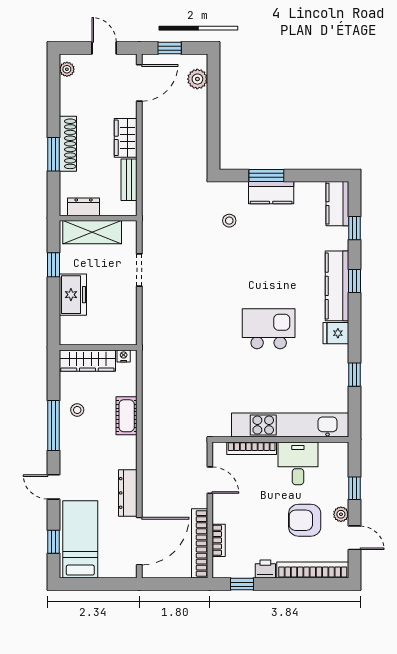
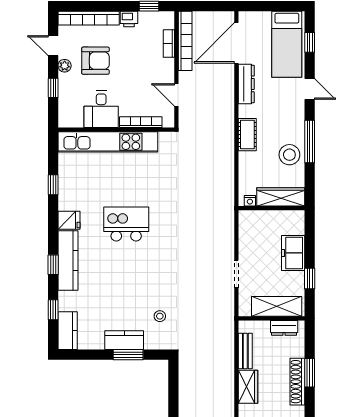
kitchen island: (269, 329) -> (126, 224), turned 180
stool: (77, 410) -> (289, 155), width x1.89, depth x1.89
cot: (127, 416) -> (247, 135), moved

